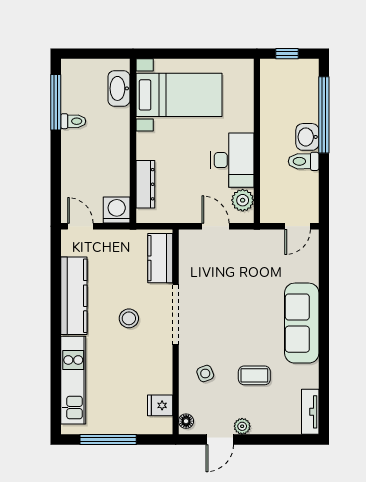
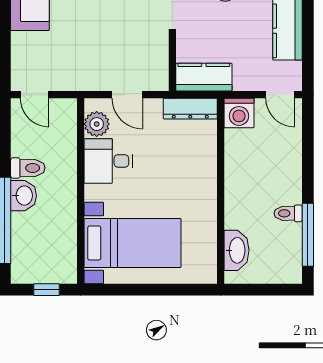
bed with nightstands: (179, 95) -> (132, 243), moved, turned 180
desk: (232, 160) -> (108, 161), width x0.73
dresser: (145, 184) -> (190, 109), moved, turned -90
door: (298, 226) -> (35, 95), swing flipped
kitchen counter: (160, 258) -> (204, 77), moved, turned -90

